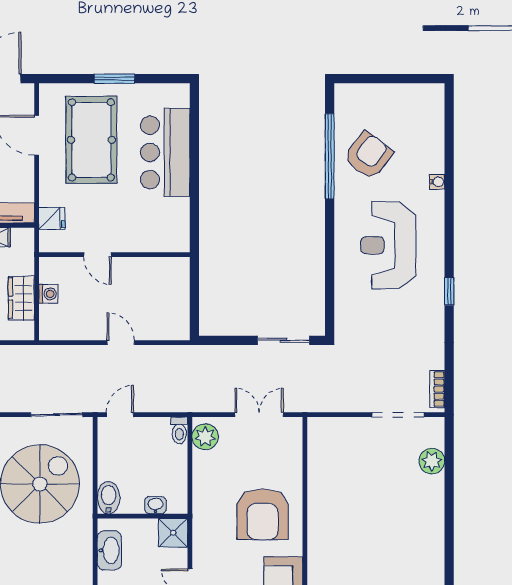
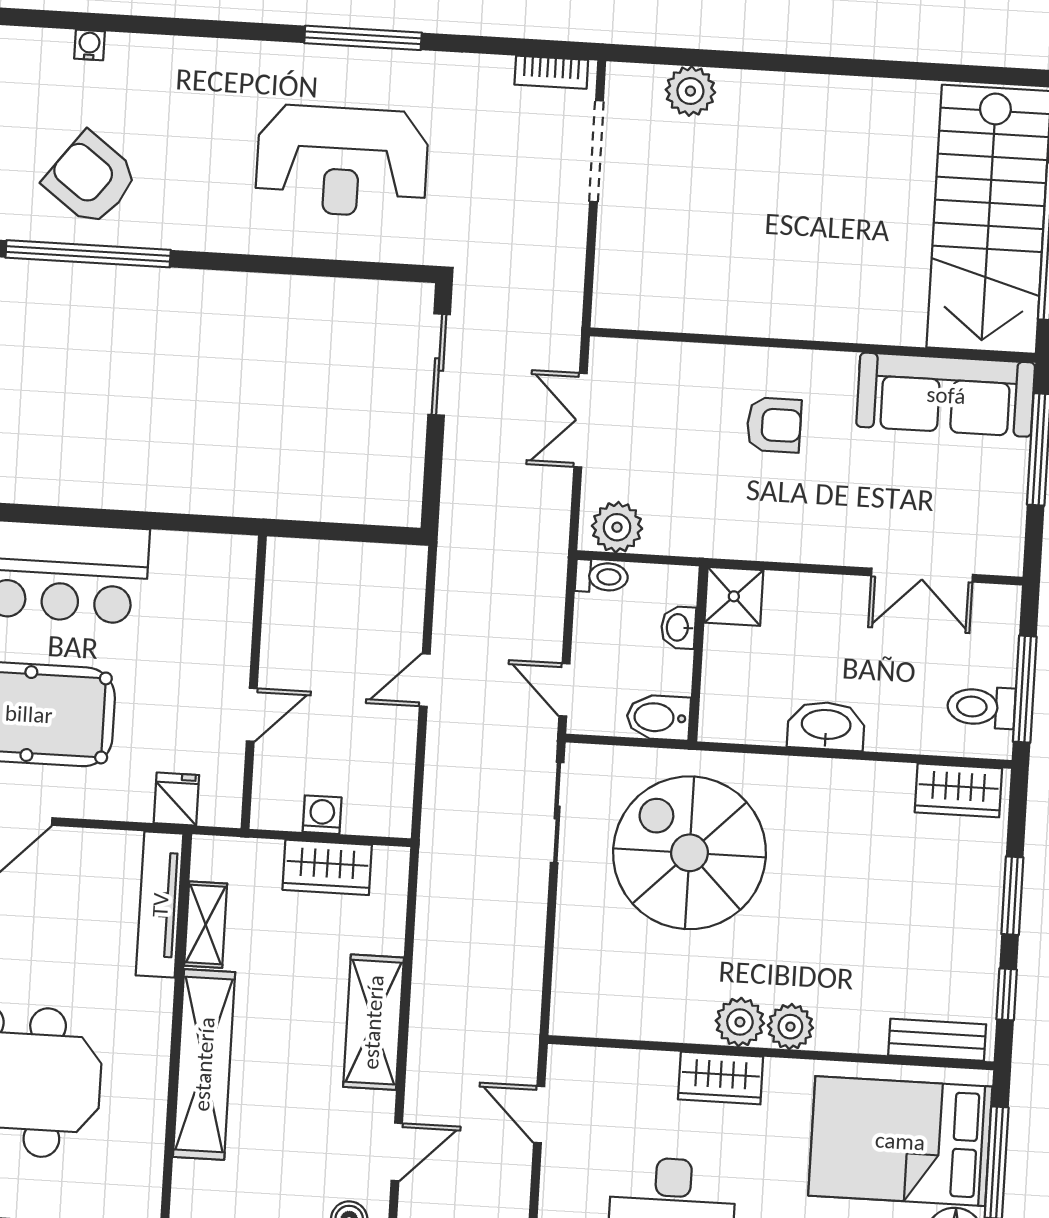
water cooler: (437, 182) -> (89, 45), moved
reception desk: (388, 245) -> (342, 161), moved
window: (449, 291) -> (363, 38), width x2.17
bidet: (109, 498) -> (658, 717), moved
washbasin: (155, 505) -> (678, 627), moved
armchair: (263, 514) -> (774, 425), width x0.53, depth x0.53
wall: (142, 516) -> (698, 654), moved
shower: (173, 533) -> (734, 596), moved

